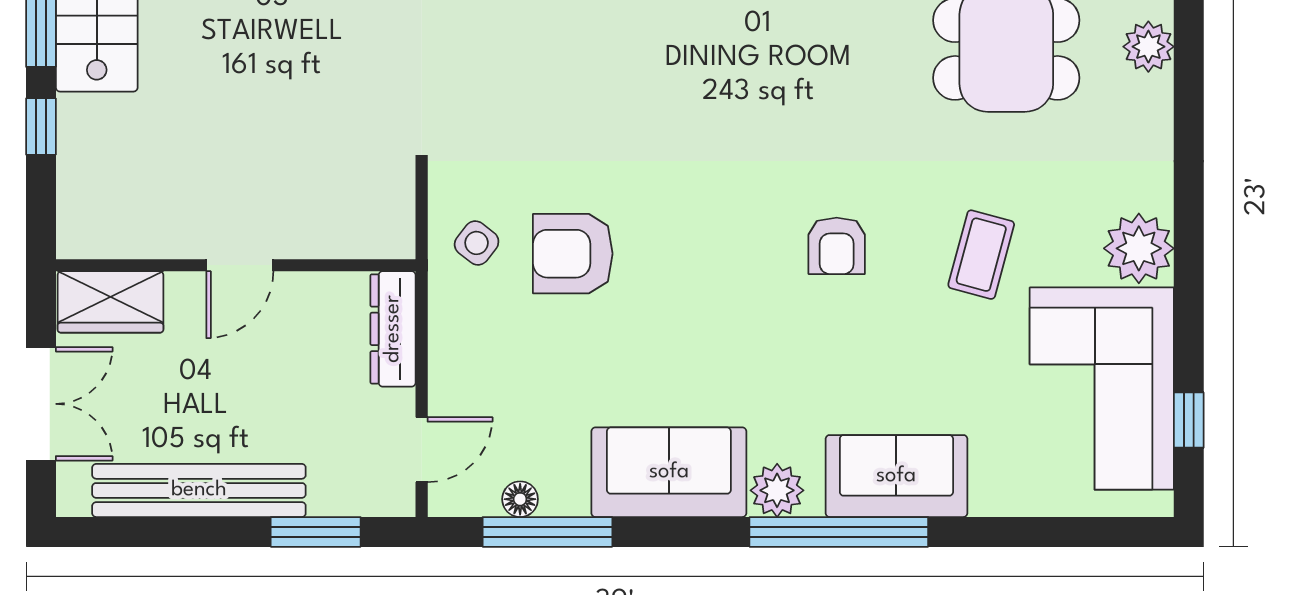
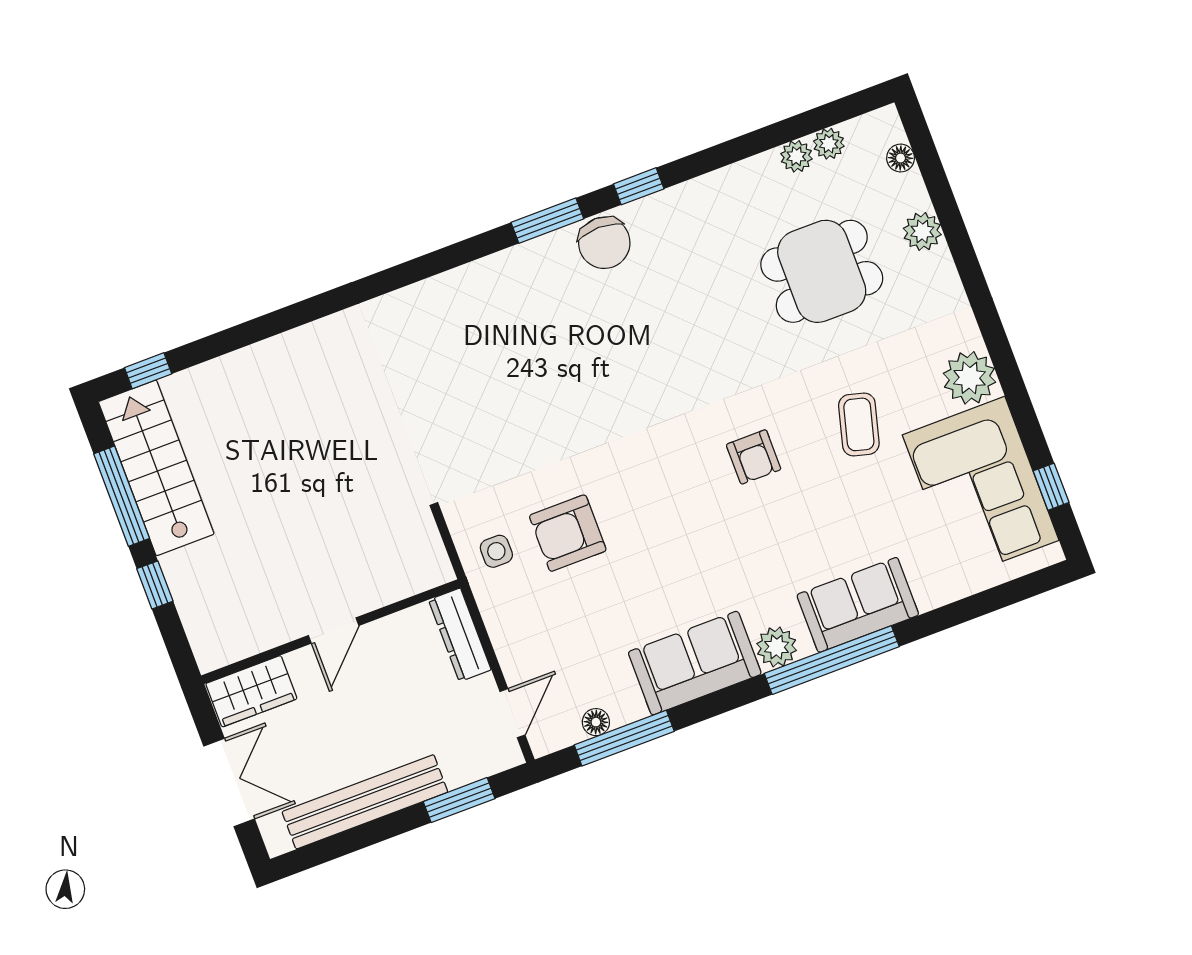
side table: (477, 243) -> (496, 551), turned -38

